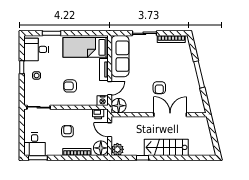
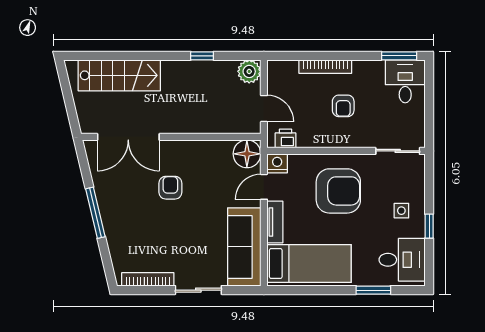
armchair: (70, 86) -> (338, 191), width x1.88, depth x1.88
double door: (170, 115) -> (128, 137), moved
stairs: (166, 147) -> (119, 75), moved
floor lamp: (101, 148) -> (280, 74), removed

